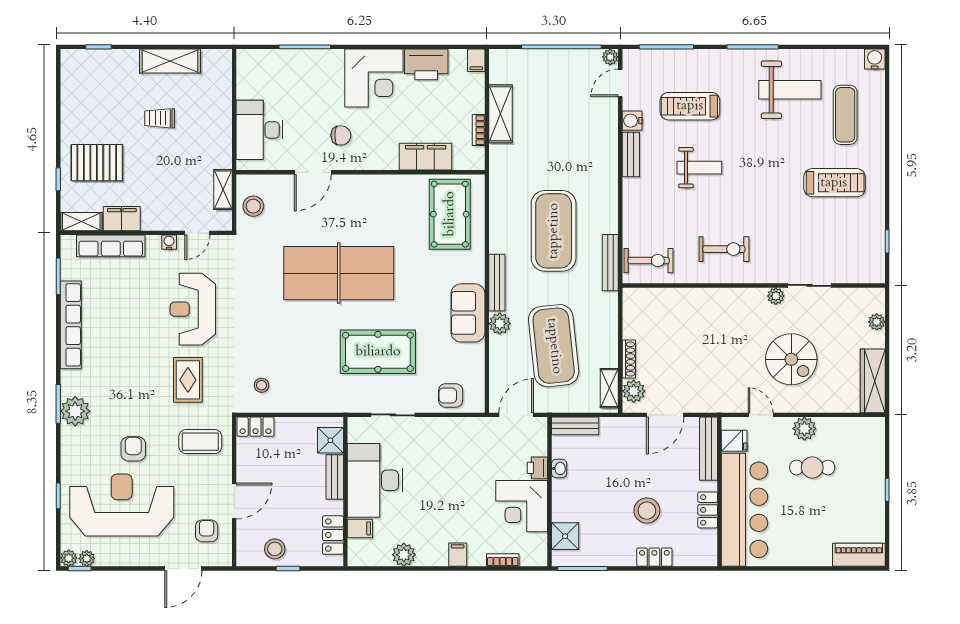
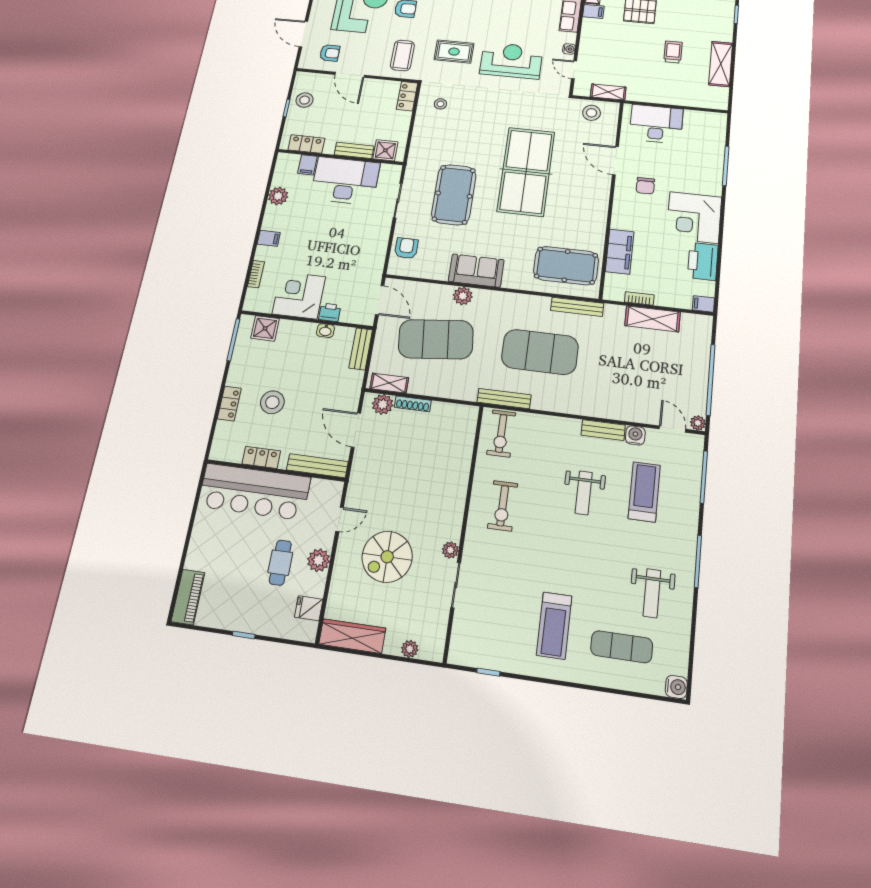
weight bench: (790, 90) -> (652, 593), width x0.73, depth x0.75
filing cabinet: (122, 219) -> (593, 11), width x0.50
bench: (497, 283) -> (577, 307), moved
fridge: (734, 441) -> (309, 608), moved, turned 90

